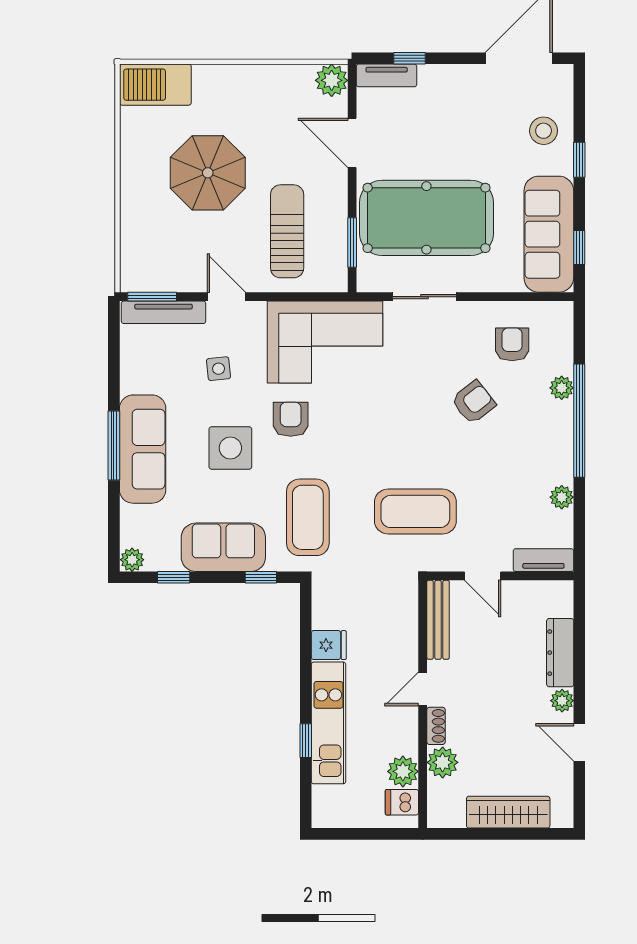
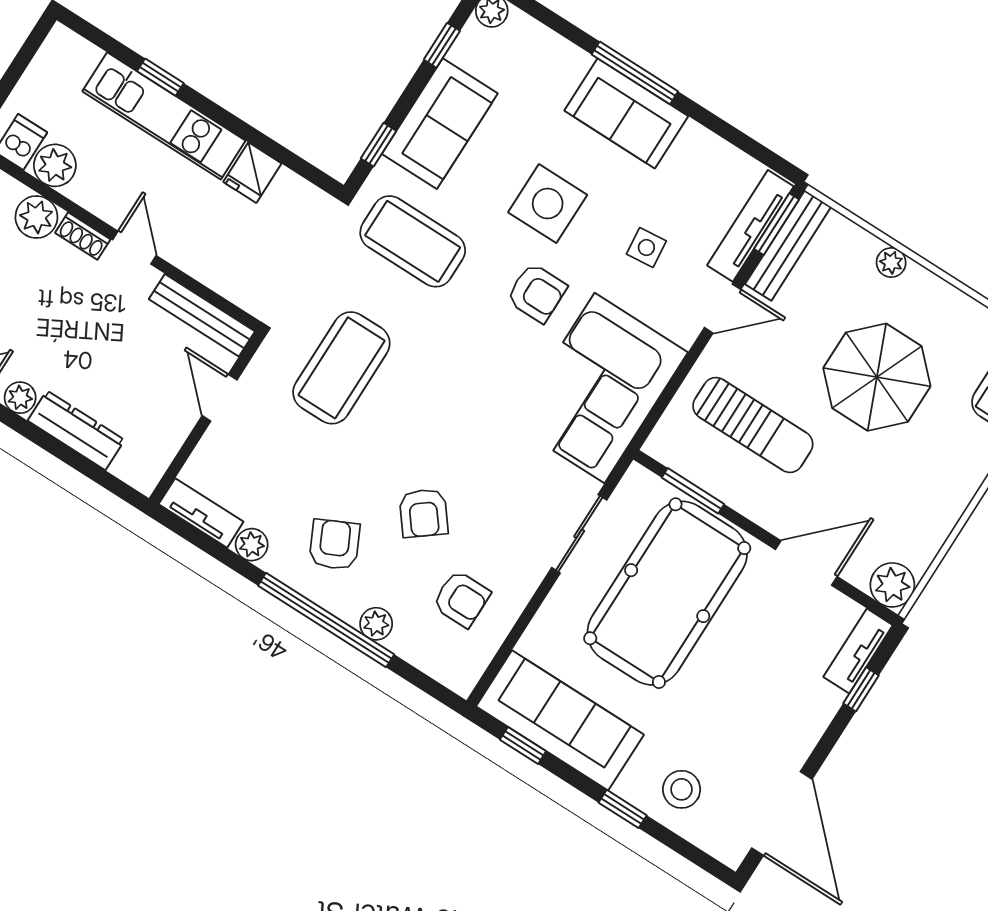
plant: (130, 210) -> (891, 263), added
bench: (161, 281) -> (788, 246), added
armchair: (529, 445) -> (335, 545), added
sofa: (143, 449) -> (626, 113), width x0.73
tv unit: (543, 560) -> (201, 513), moved, turned -90
door: (483, 576) -> (220, 398), hinge flipped

